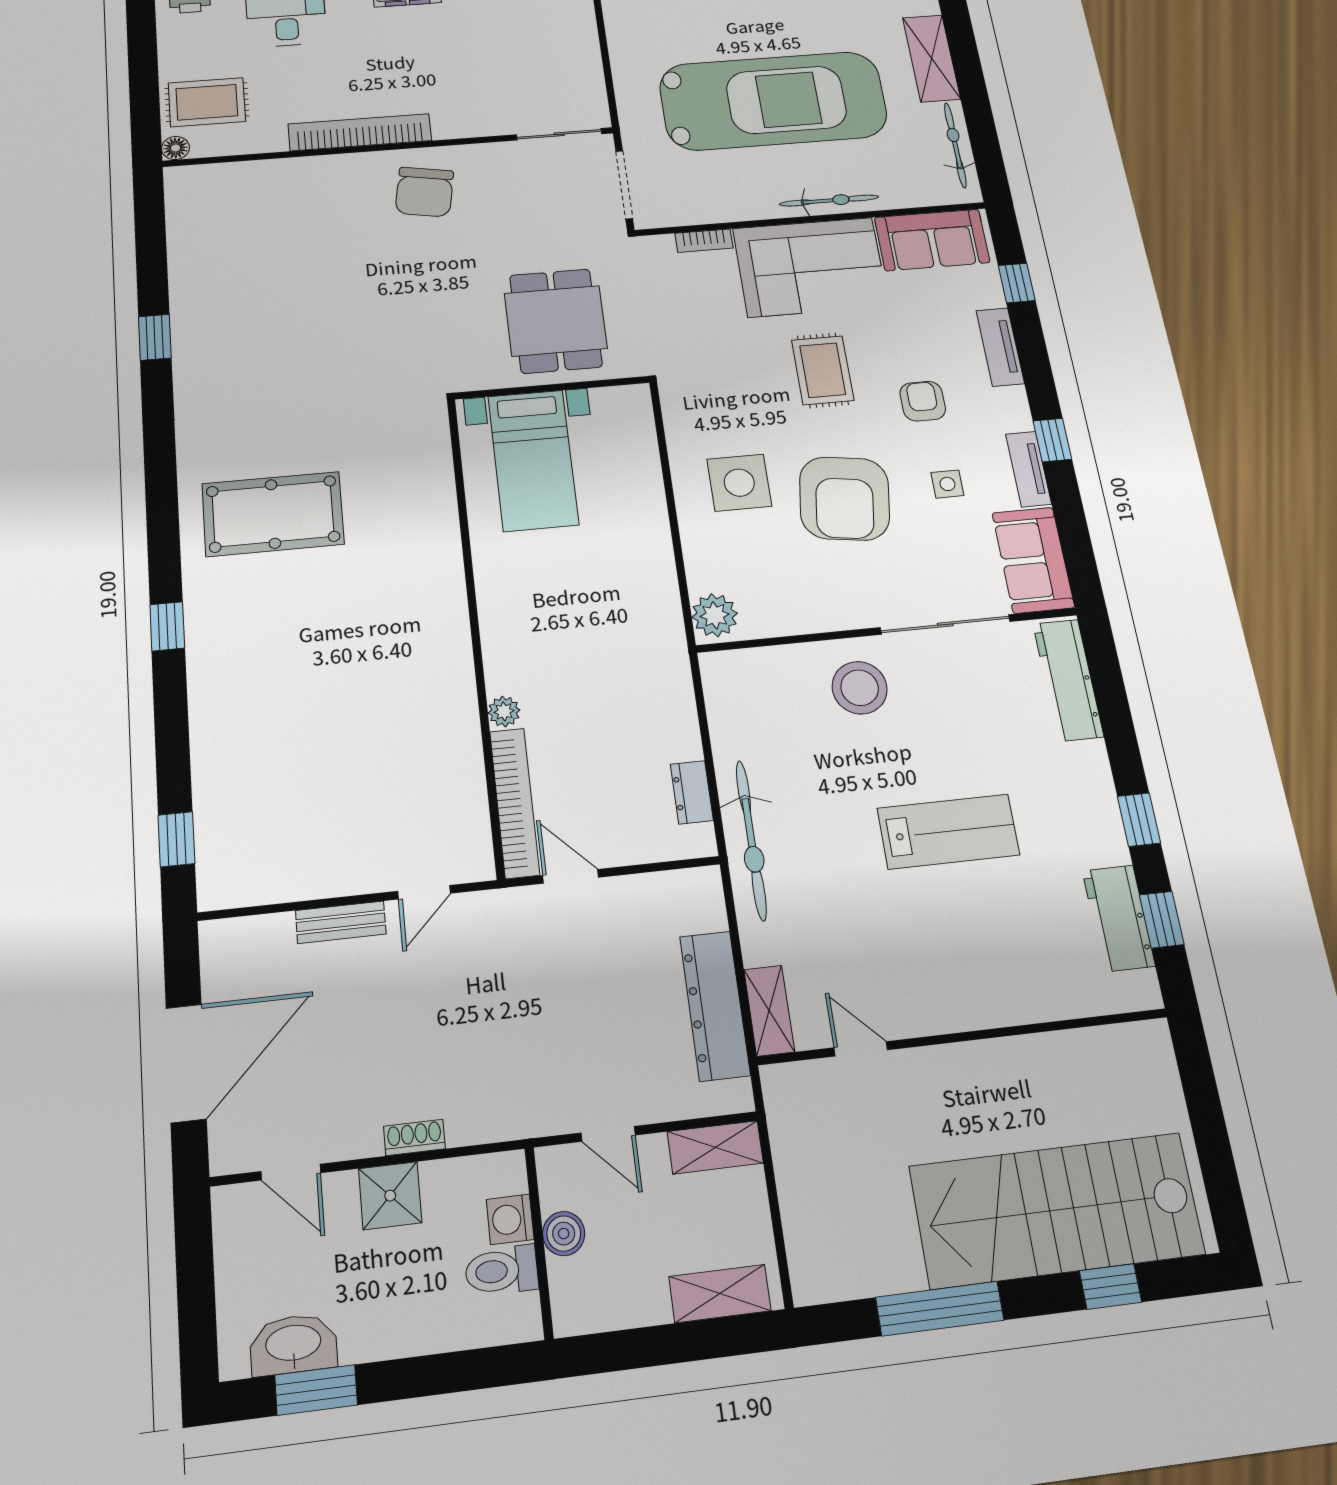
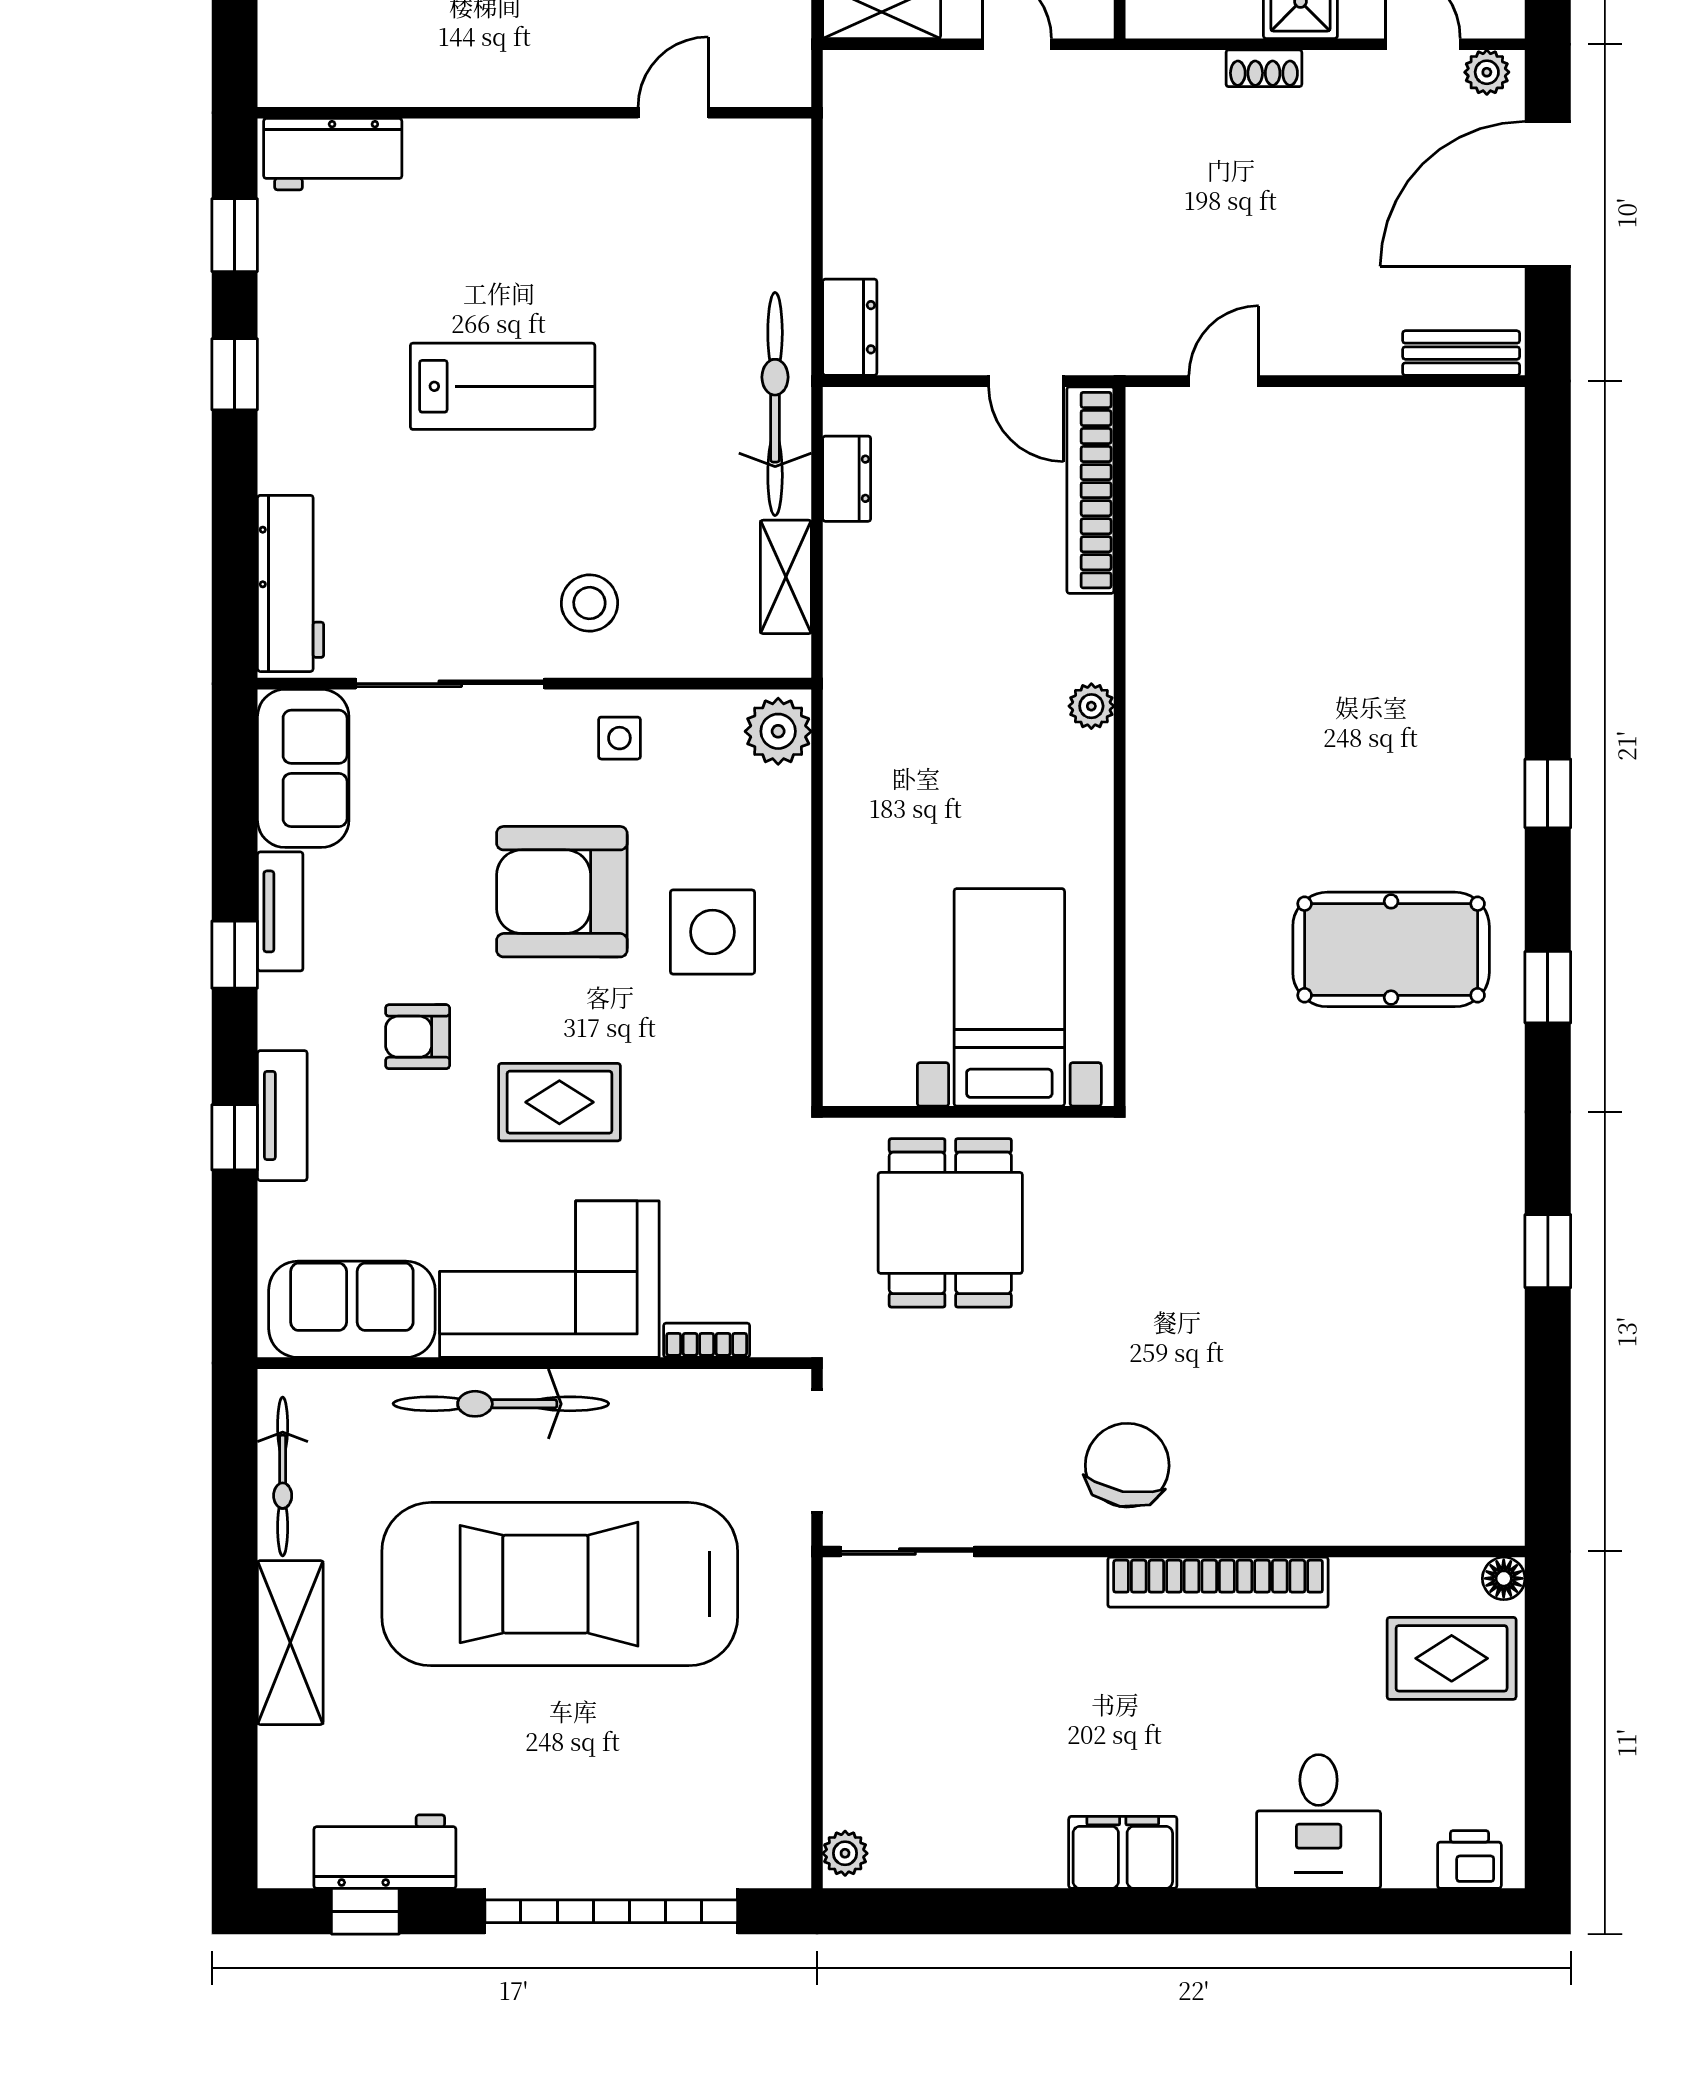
bicycle: (829, 201) -> (501, 1404), width x1.37, depth x1.40
window: (1017, 283) -> (235, 1137), moved
rug: (823, 370) -> (559, 1102), turned 90
armchair: (923, 401) -> (418, 1037), turned 90
side table: (947, 484) -> (619, 738), moved
armchair: (844, 498) -> (562, 892), turned -98
stool: (860, 688) -> (589, 603), width x0.73, depth x0.73
plant: (504, 711) -> (1091, 706), moved
lab bench: (948, 832) -> (503, 386), turned 180
window: (176, 839) -> (1548, 987), moved
workbench: (1119, 918) -> (333, 154), moved, turned 90
bench: (341, 922) -> (1461, 353), moved
dresser: (715, 1006) -> (850, 327), moved, width x0.51, depth x0.80
shelving: (769, 1011) -> (786, 577), moved
door: (861, 1049) -> (673, 113), swing flipped
plant: (239, 1155) -> (1487, 72), added

